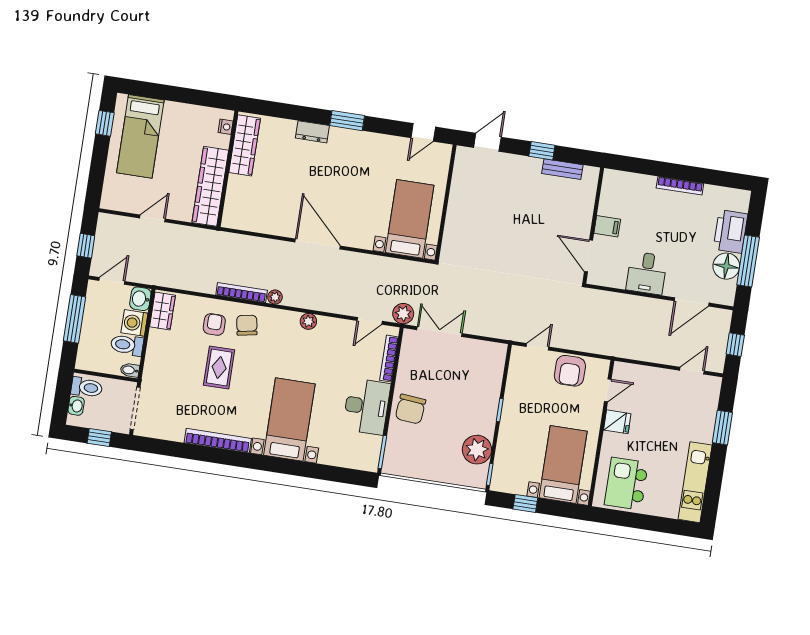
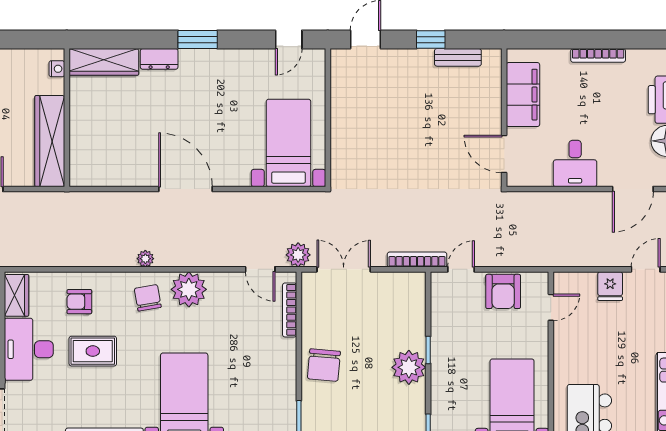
wardrobe: (245, 145) -> (104, 62), moved, turned 90
filing cabinet: (607, 226) -> (523, 95), width x3.00, depth x1.17
bookcase: (242, 293) -> (417, 259), moved
plant: (308, 321) -> (189, 289), width x1.88, depth x1.88
door: (370, 321) -> (260, 269), hinge flipped
armchair: (214, 324) -> (79, 302), turned -90
chair: (247, 325) -> (148, 298), moved
rug: (219, 368) -> (93, 351), turned 90
desk: (367, 407) -> (29, 349), moved, turned 180
fridge: (617, 422) -> (610, 286), moved, turned 90
plant: (477, 450) -> (409, 367), moved

